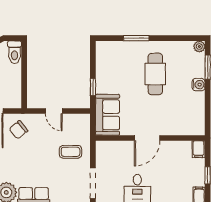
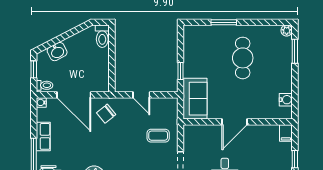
water cooler: (199, 85) -> (286, 100), moved

